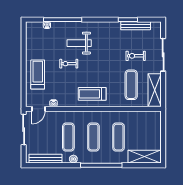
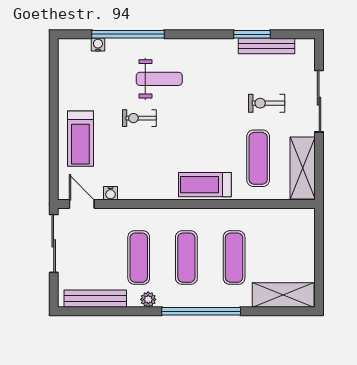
weight bench: (79, 43) -> (159, 79), turned 180
treadmill: (38, 74) -> (80, 139), turned 180
treadmill: (92, 94) -> (205, 185), moved
door: (38, 109) -> (82, 204), swing flipped

